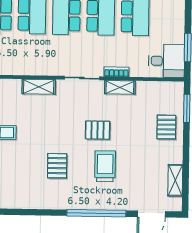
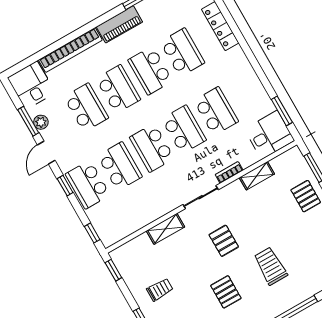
shelving: (120, 87) -> (257, 176), moved
pallet: (98, 130) -> (224, 241), moved, turned 90

